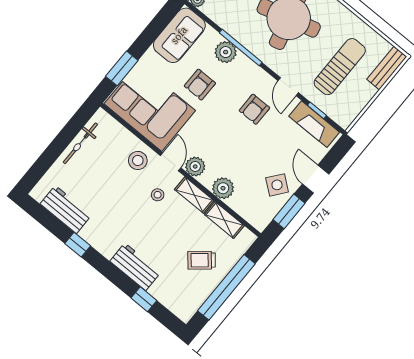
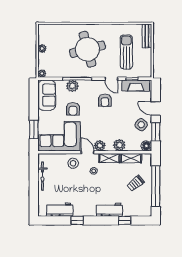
floor lamp: (260, 220) -> (146, 146), added

